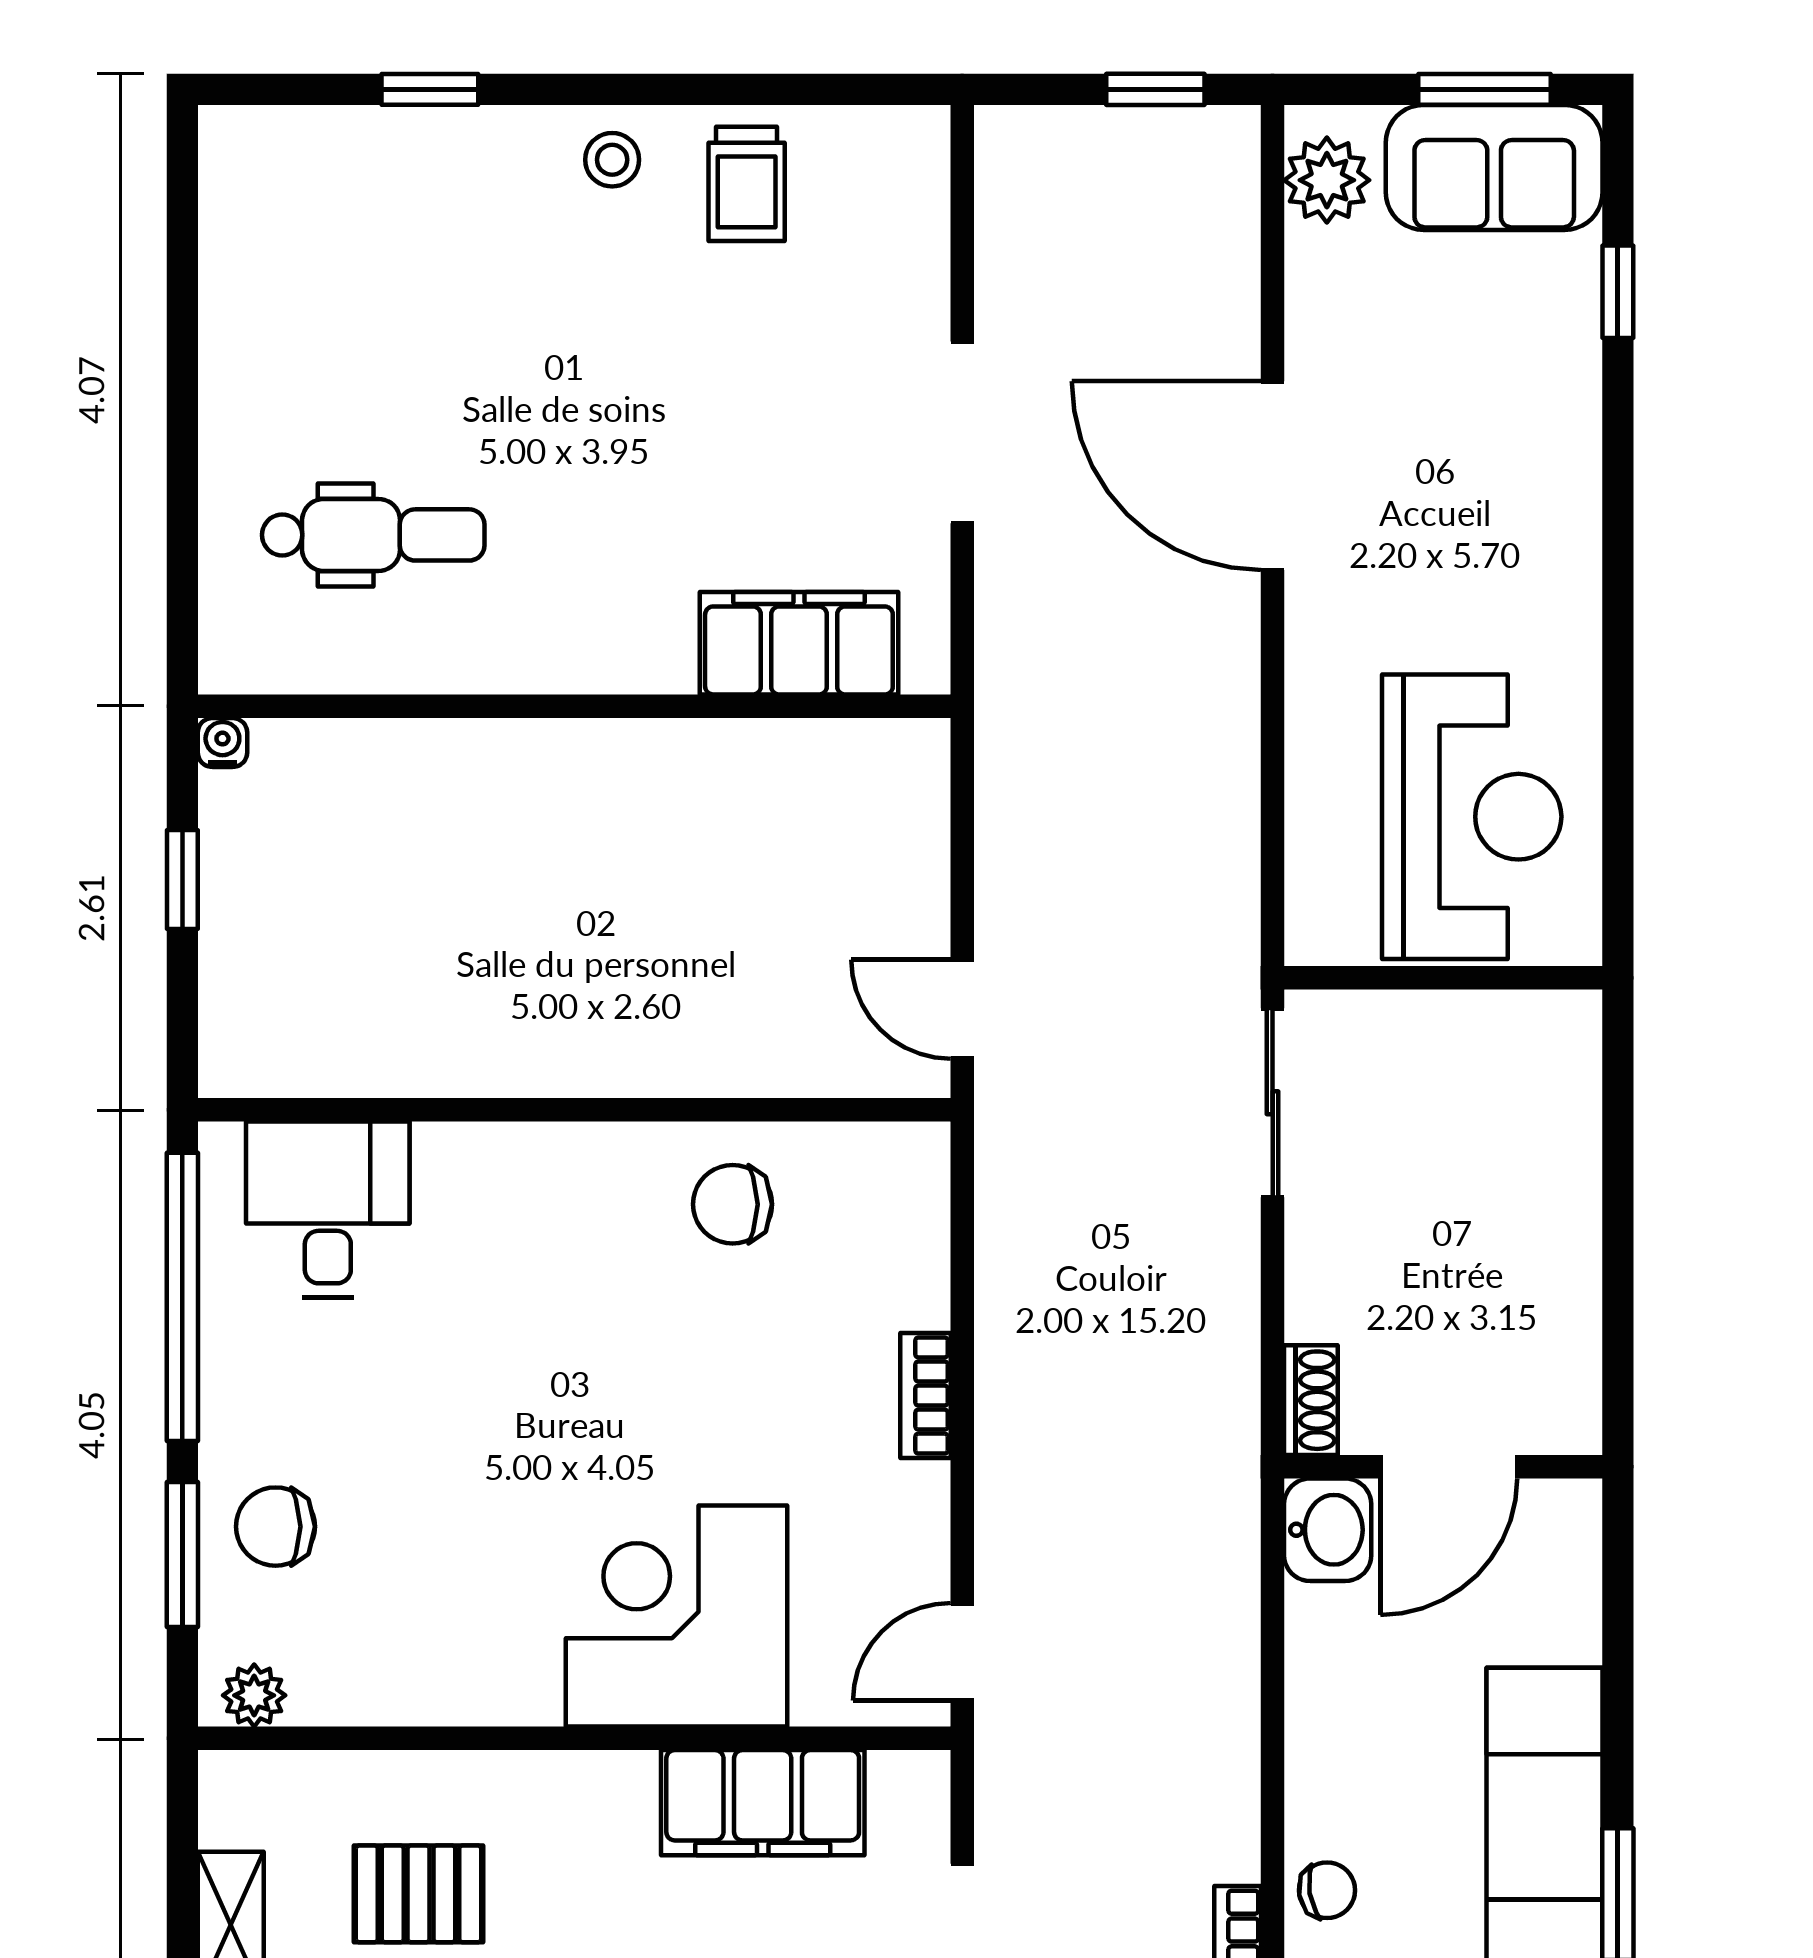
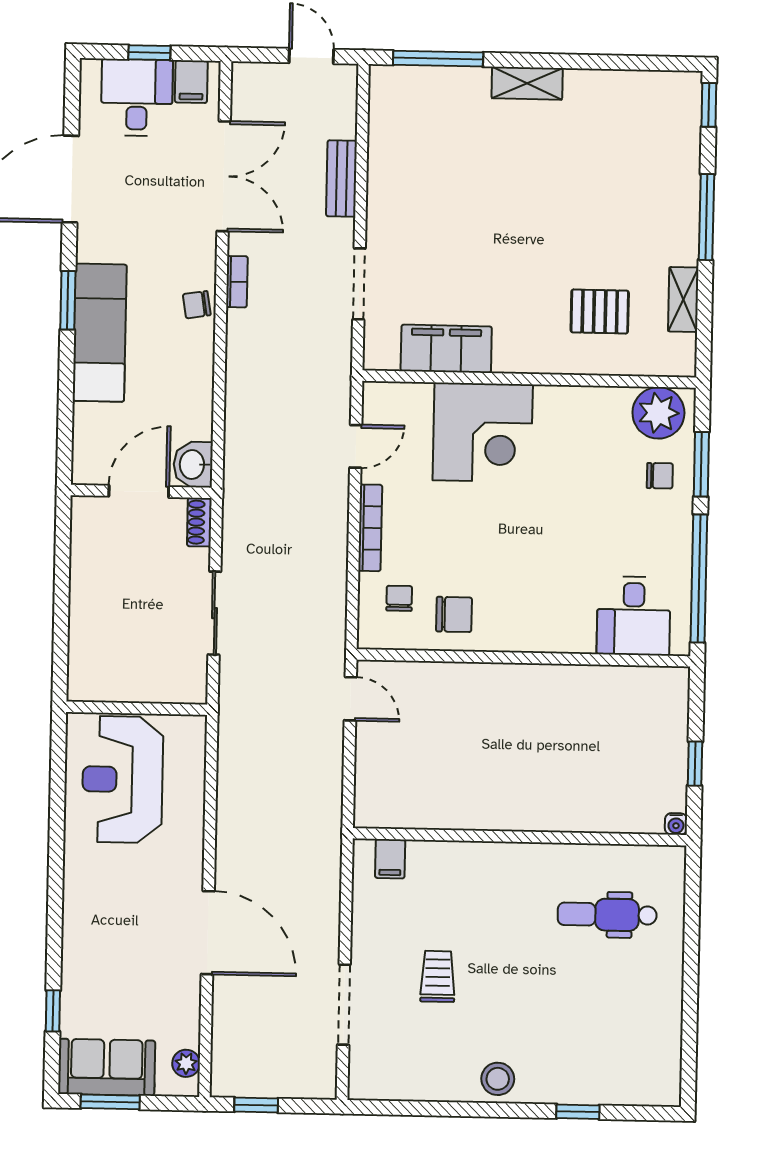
stool: (612, 160) -> (498, 1079), width x1.37, depth x1.37
plant: (1327, 180) -> (186, 1063), width x0.73, depth x0.73
trolley: (747, 184) -> (438, 976), moved
doorway: (962, 432) -> (344, 1005), moved
filing cabinet: (799, 643) -> (390, 859), width x0.33, depth x0.86
sliding door: (1273, 1103) -> (214, 613), moved
chair: (857, 1238) -> (399, 598), added
bookcase: (925, 1396) -> (370, 528), width x1.56
chair: (275, 1527) -> (660, 476), width x0.73, depth x0.73
door: (962, 1652) -> (356, 446), moved
plant: (254, 1695) -> (658, 413), width x1.88, depth x1.88

